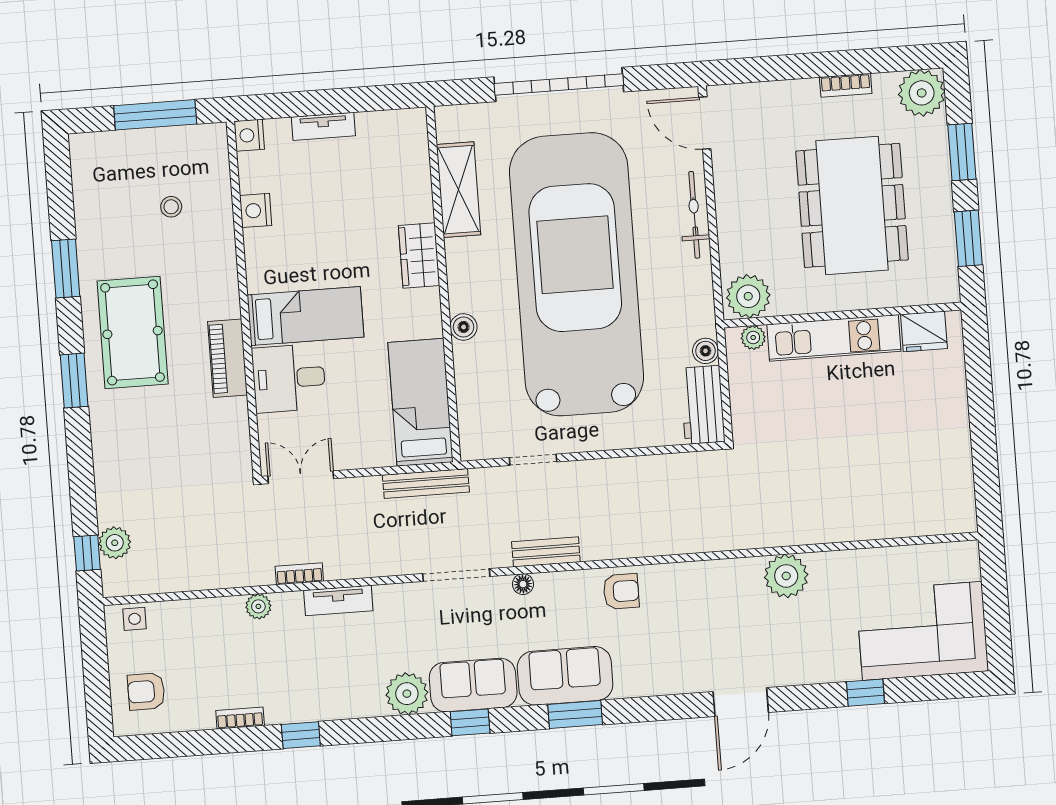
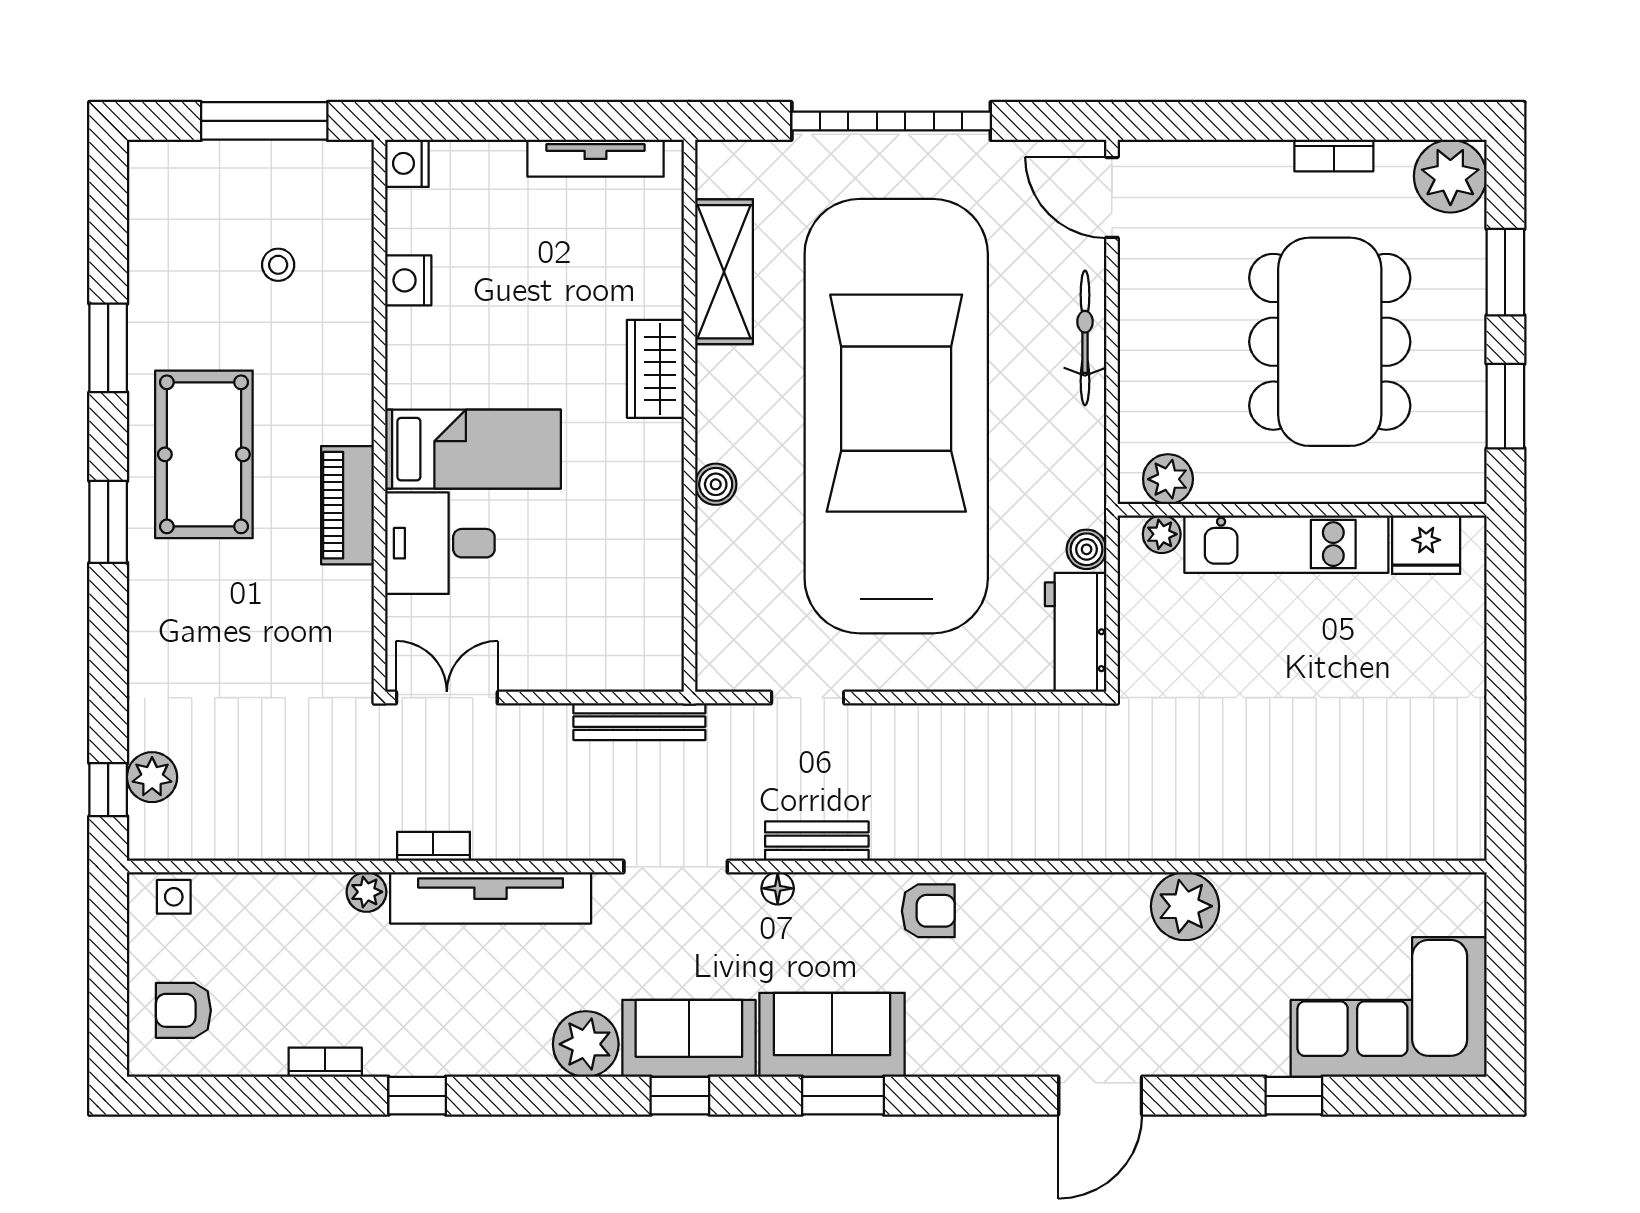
tv unit: (323, 126) -> (596, 158), moved, width x1.41
plant: (748, 296) -> (1168, 479), width x0.73, depth x0.73
bed: (420, 402) -> (640, 596), removed
tv unit: (338, 600) -> (491, 898), width x1.92, depth x1.29

